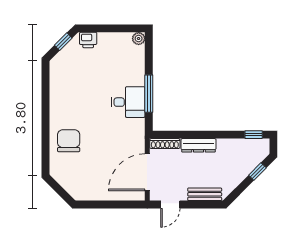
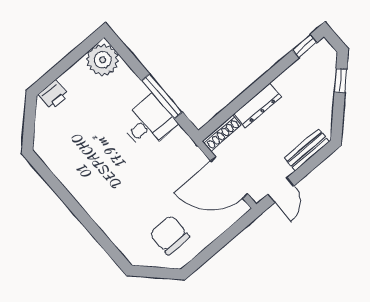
plant: (139, 39) -> (103, 60), width x1.87, depth x1.87
window: (63, 42) -> (30, 118), removed
chair: (69, 141) -> (170, 235), moved
door: (147, 172) -> (229, 178), hinge flipped

